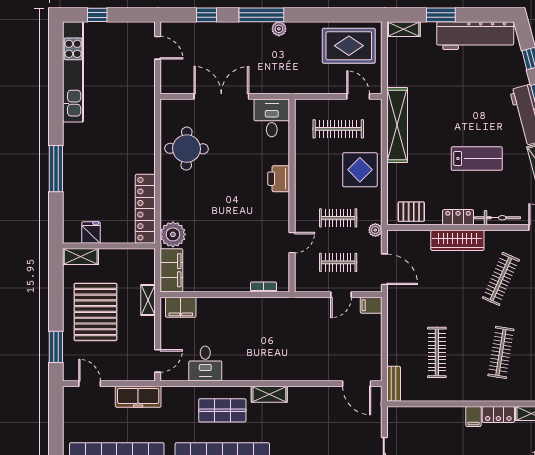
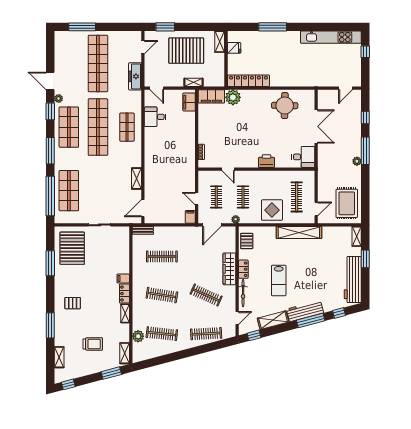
shelving: (269, 394) -> (137, 179), moved

